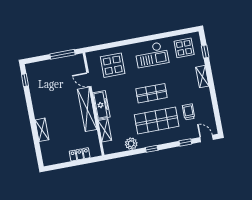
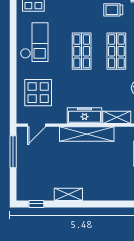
door: (89, 80) -> (37, 125), moved
shop shelf: (157, 120) -> (116, 51), width x0.70, depth x0.74
shelving: (42, 130) -> (68, 194), moved

